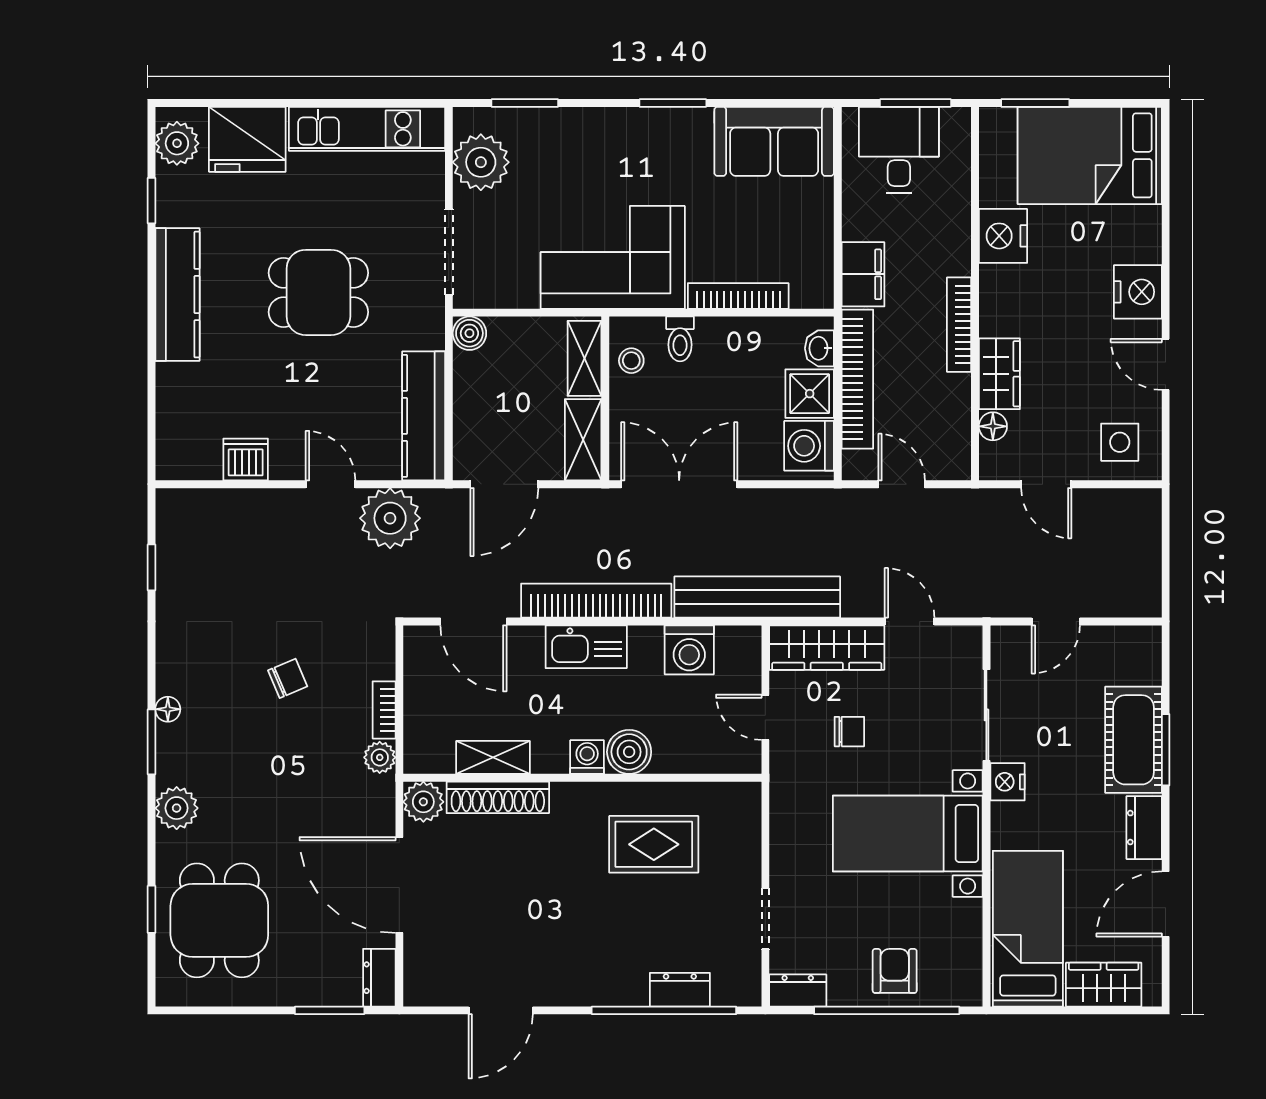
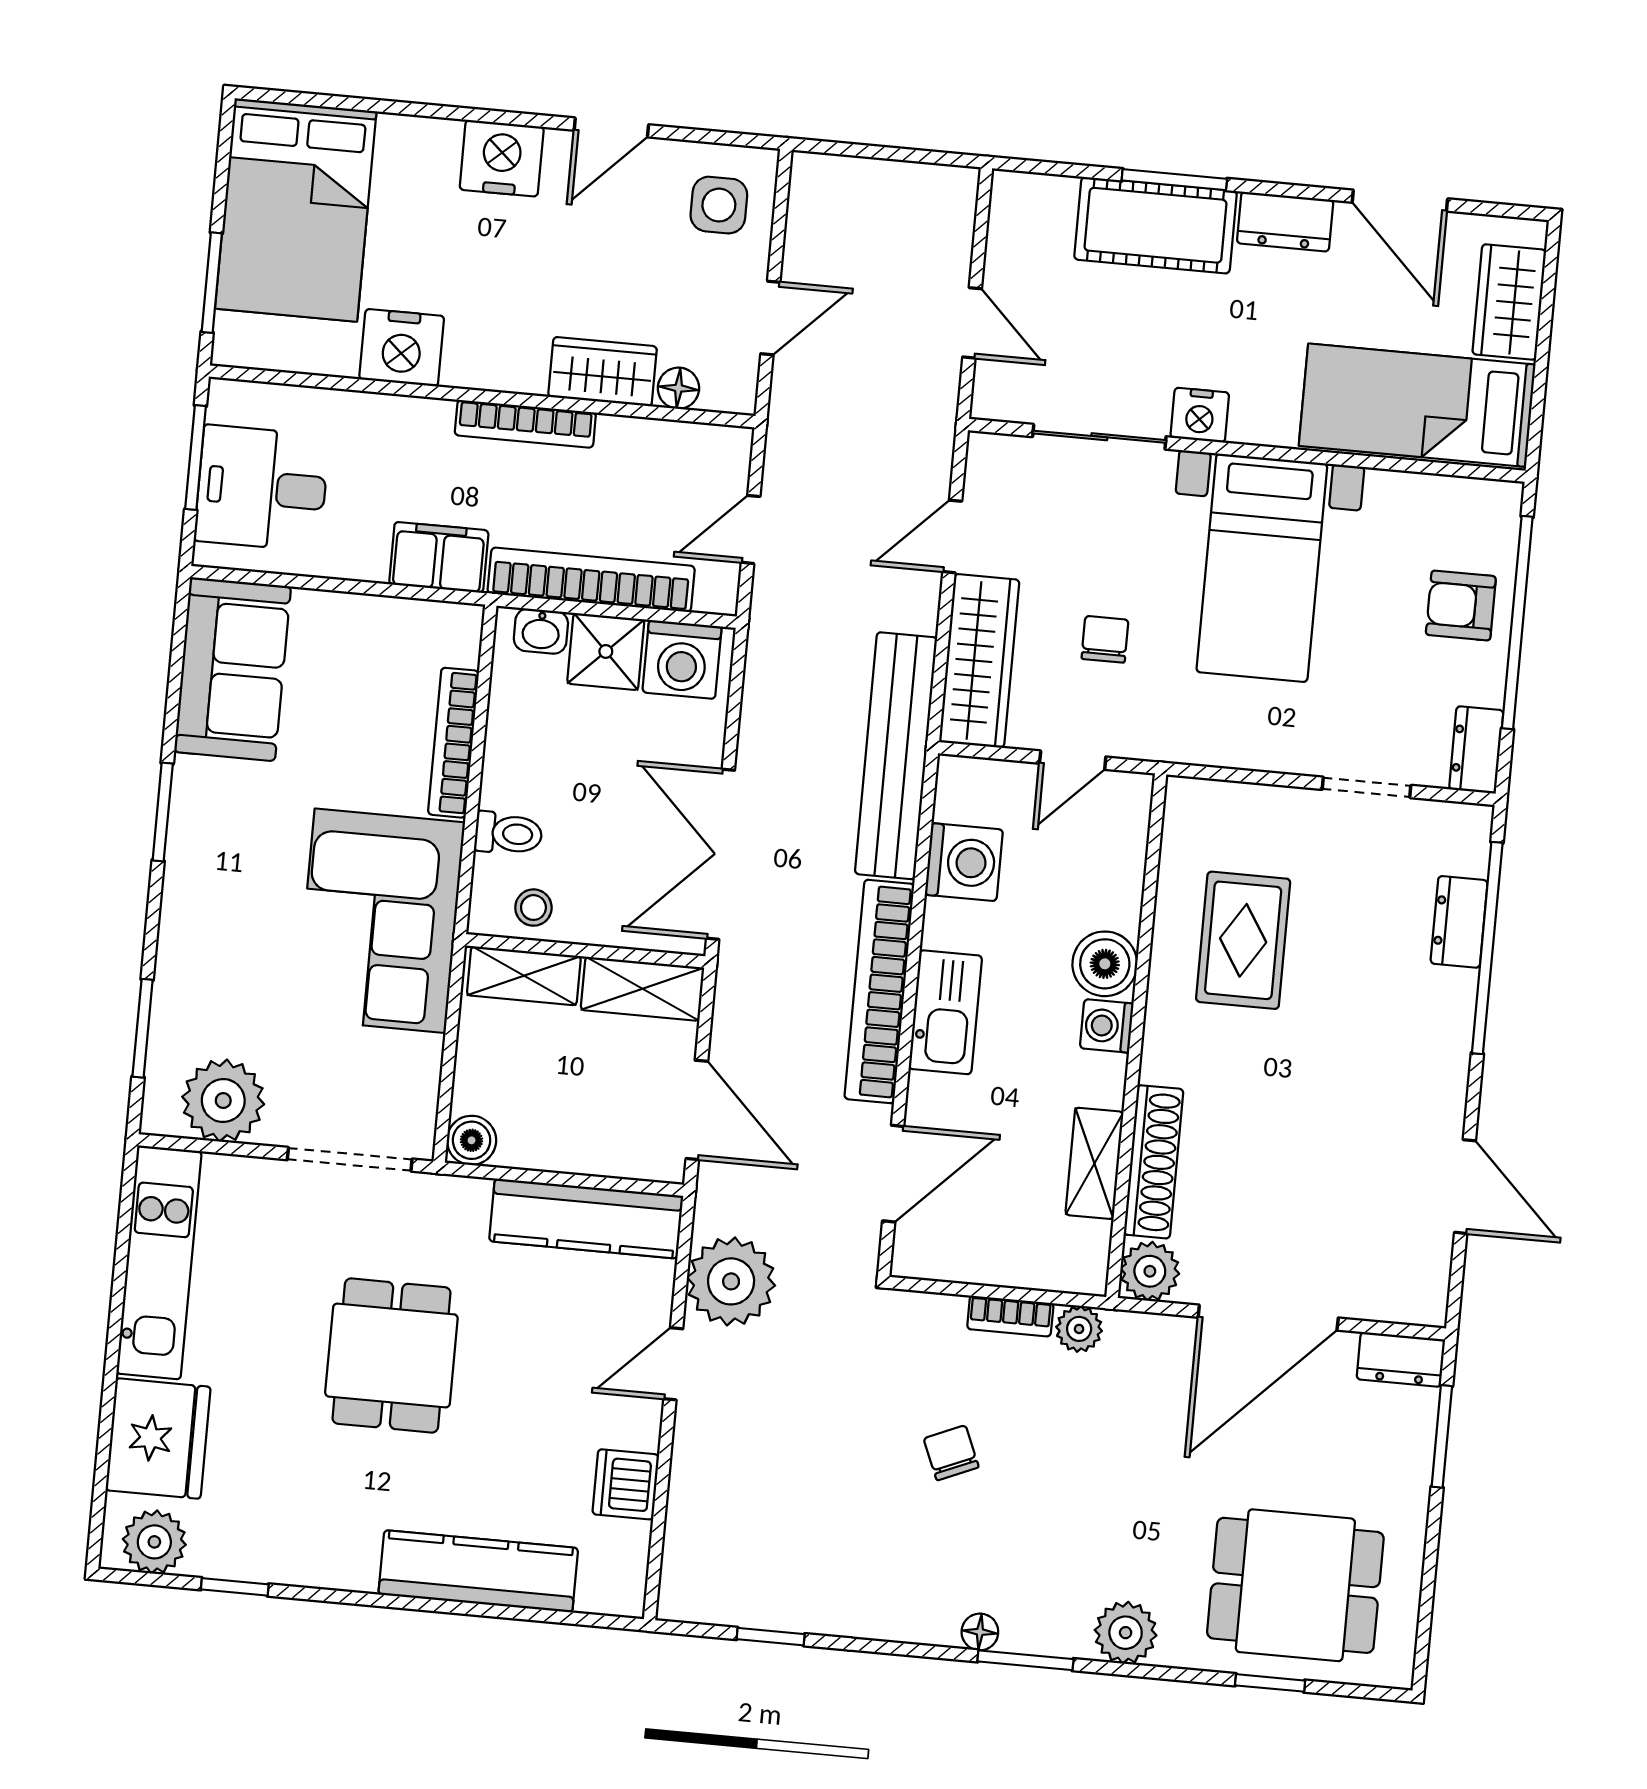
kitchen counter: (177, 295) -> (478, 1571), moved

